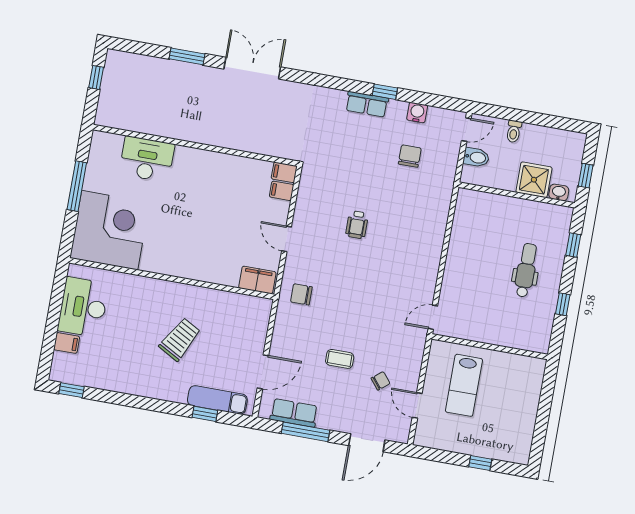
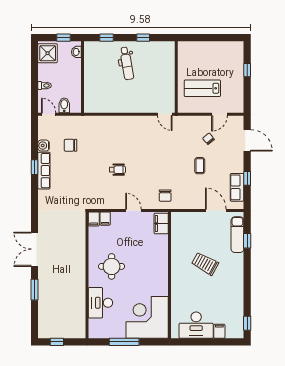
row of seats: (367, 104) -> (44, 171), width x1.48
shower: (534, 180) -> (48, 53), moved
round table: (202, 187) -> (112, 266), added
door: (287, 239) -> (133, 210), swing flipped
dental chair: (526, 270) -> (127, 63), turned -100
lab bench: (464, 385) -> (202, 88), turned 180
window: (306, 432) -> (247, 178), width x0.46

